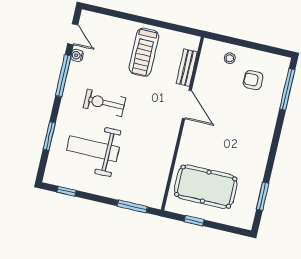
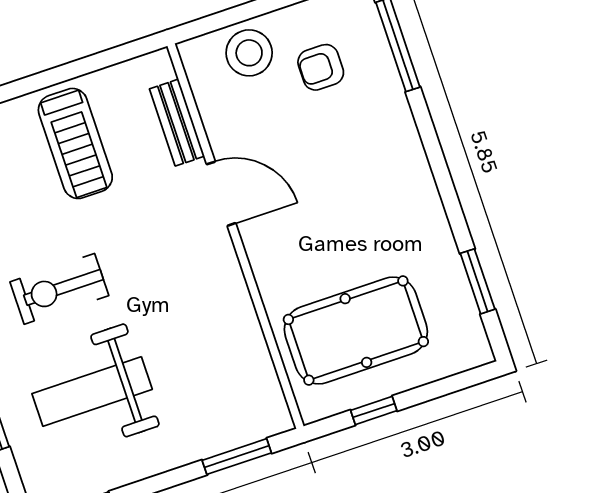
stool: (230, 58) -> (249, 53), width x1.89, depth x1.89

